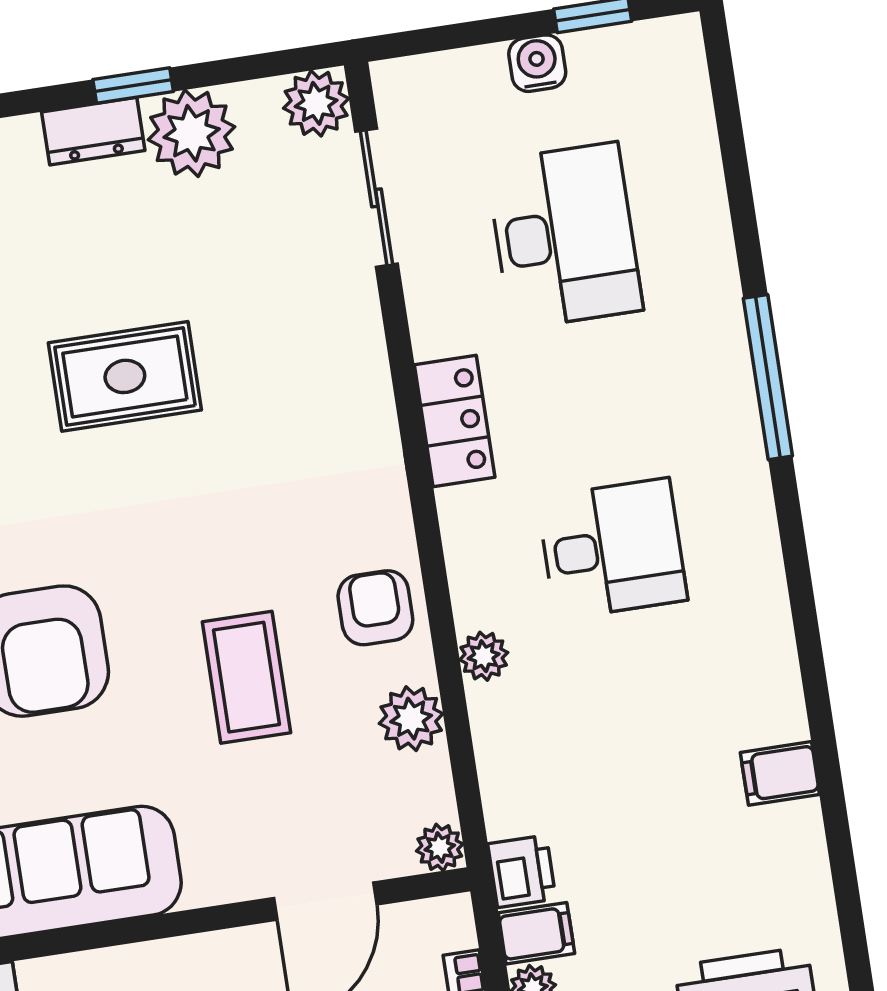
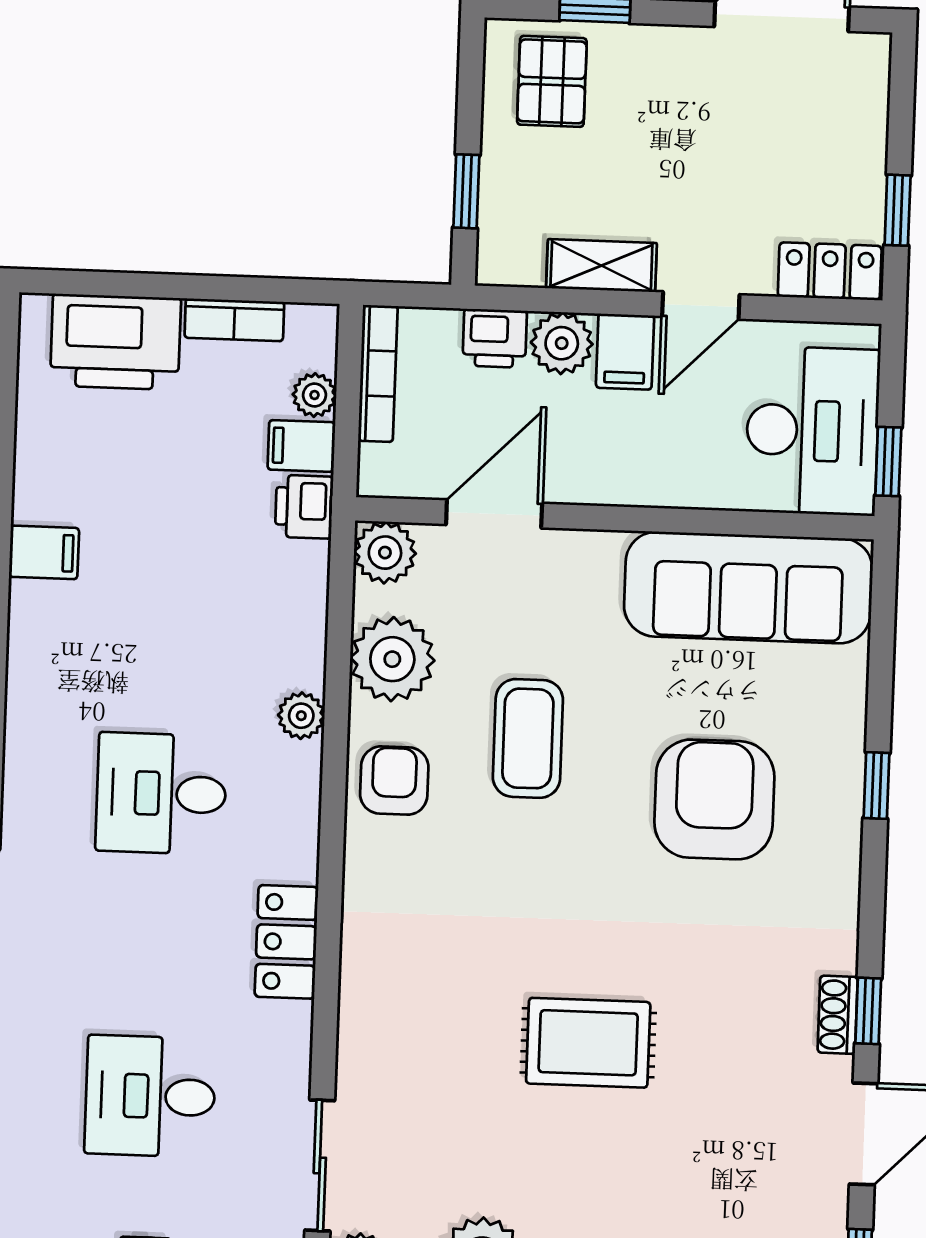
desk: (564, 236) -> (150, 1096), width x0.73
armchair: (375, 608) -> (394, 781), turned 180
plant: (411, 719) -> (392, 659), width x1.36, depth x1.36
plant: (440, 848) -> (385, 553), width x1.38, depth x1.38

